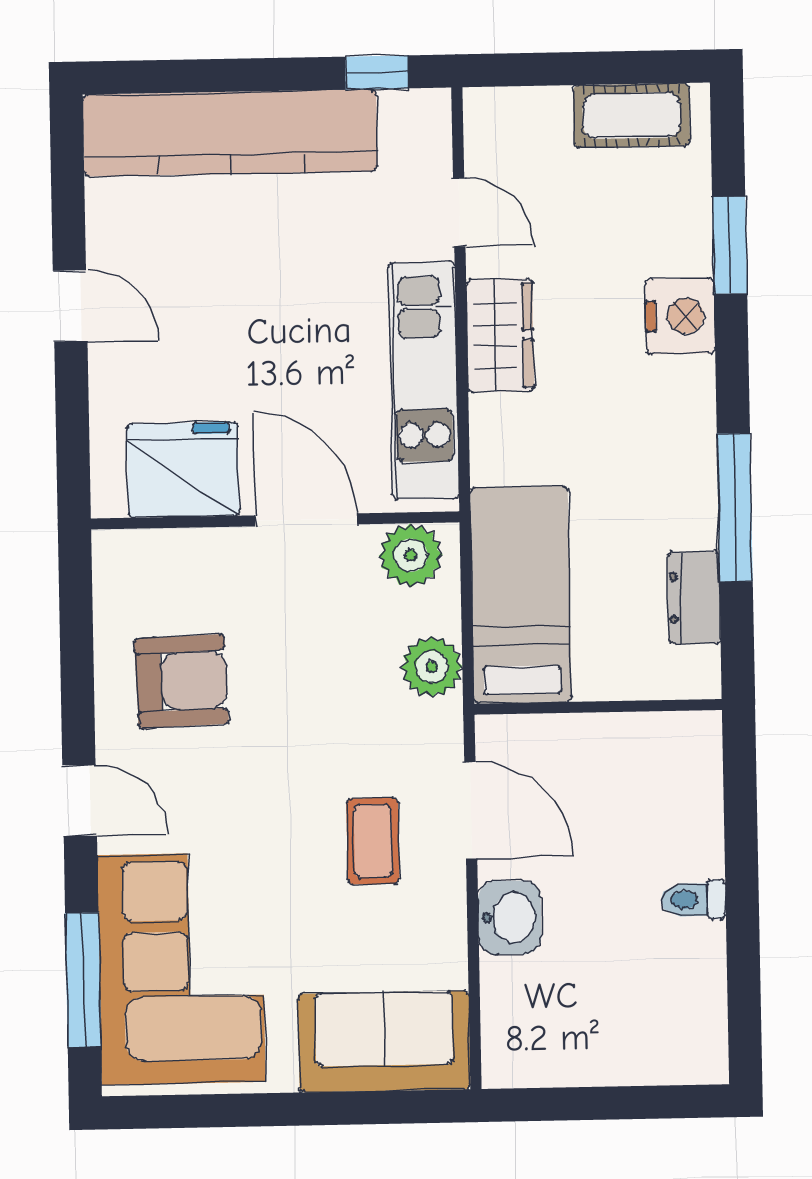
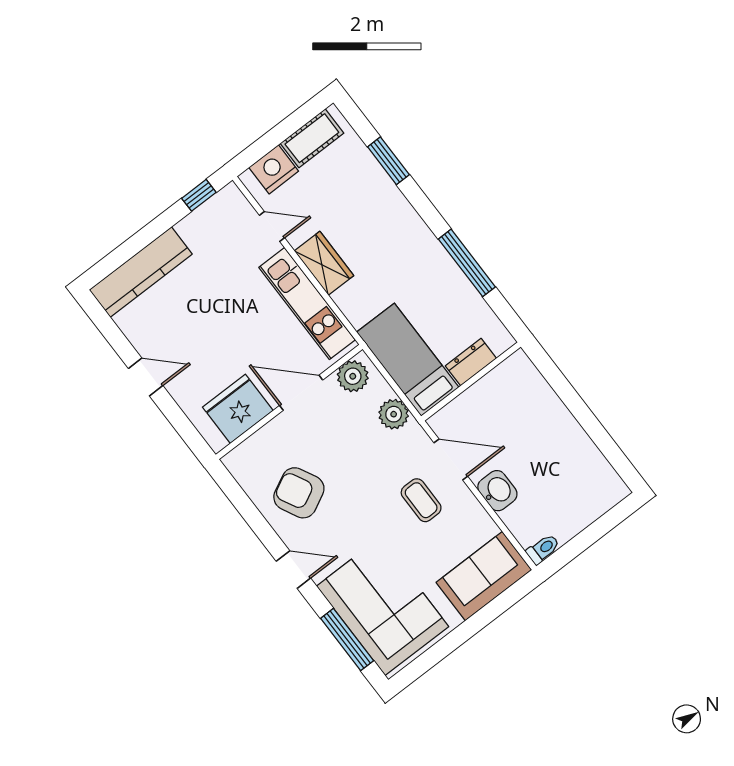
kitchen counter: (230, 133) -> (141, 272), width x0.72, depth x0.86
nightstand: (680, 316) -> (274, 169), moved, turned -90
dresser: (694, 598) -> (471, 362), moved, turned 90
armchair: (181, 681) -> (299, 493), turned -115
toilet: (693, 900) -> (543, 549), moved, turned 180

